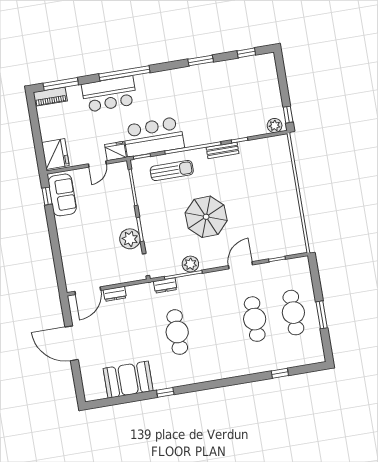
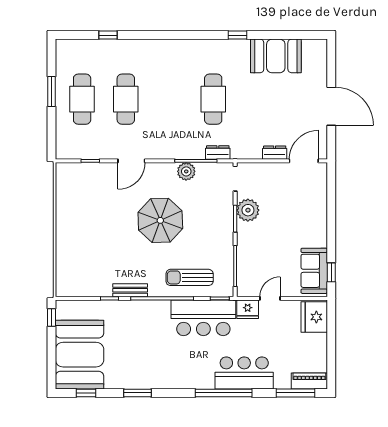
booth: (258, 86) -> (80, 355), added
plant: (275, 126) -> (68, 308), removed

